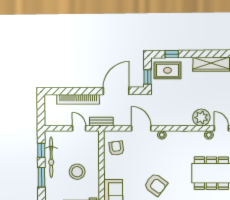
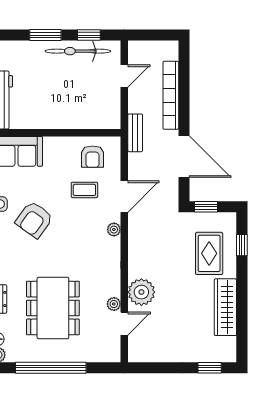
rug: (167, 70) -> (209, 253), moved
door: (79, 128) -> (124, 76), moved
armchair: (116, 148) -> (93, 157), turned 97
coffee table: (137, 153) -> (84, 190), added
stool: (77, 172) -> (55, 93), removed

